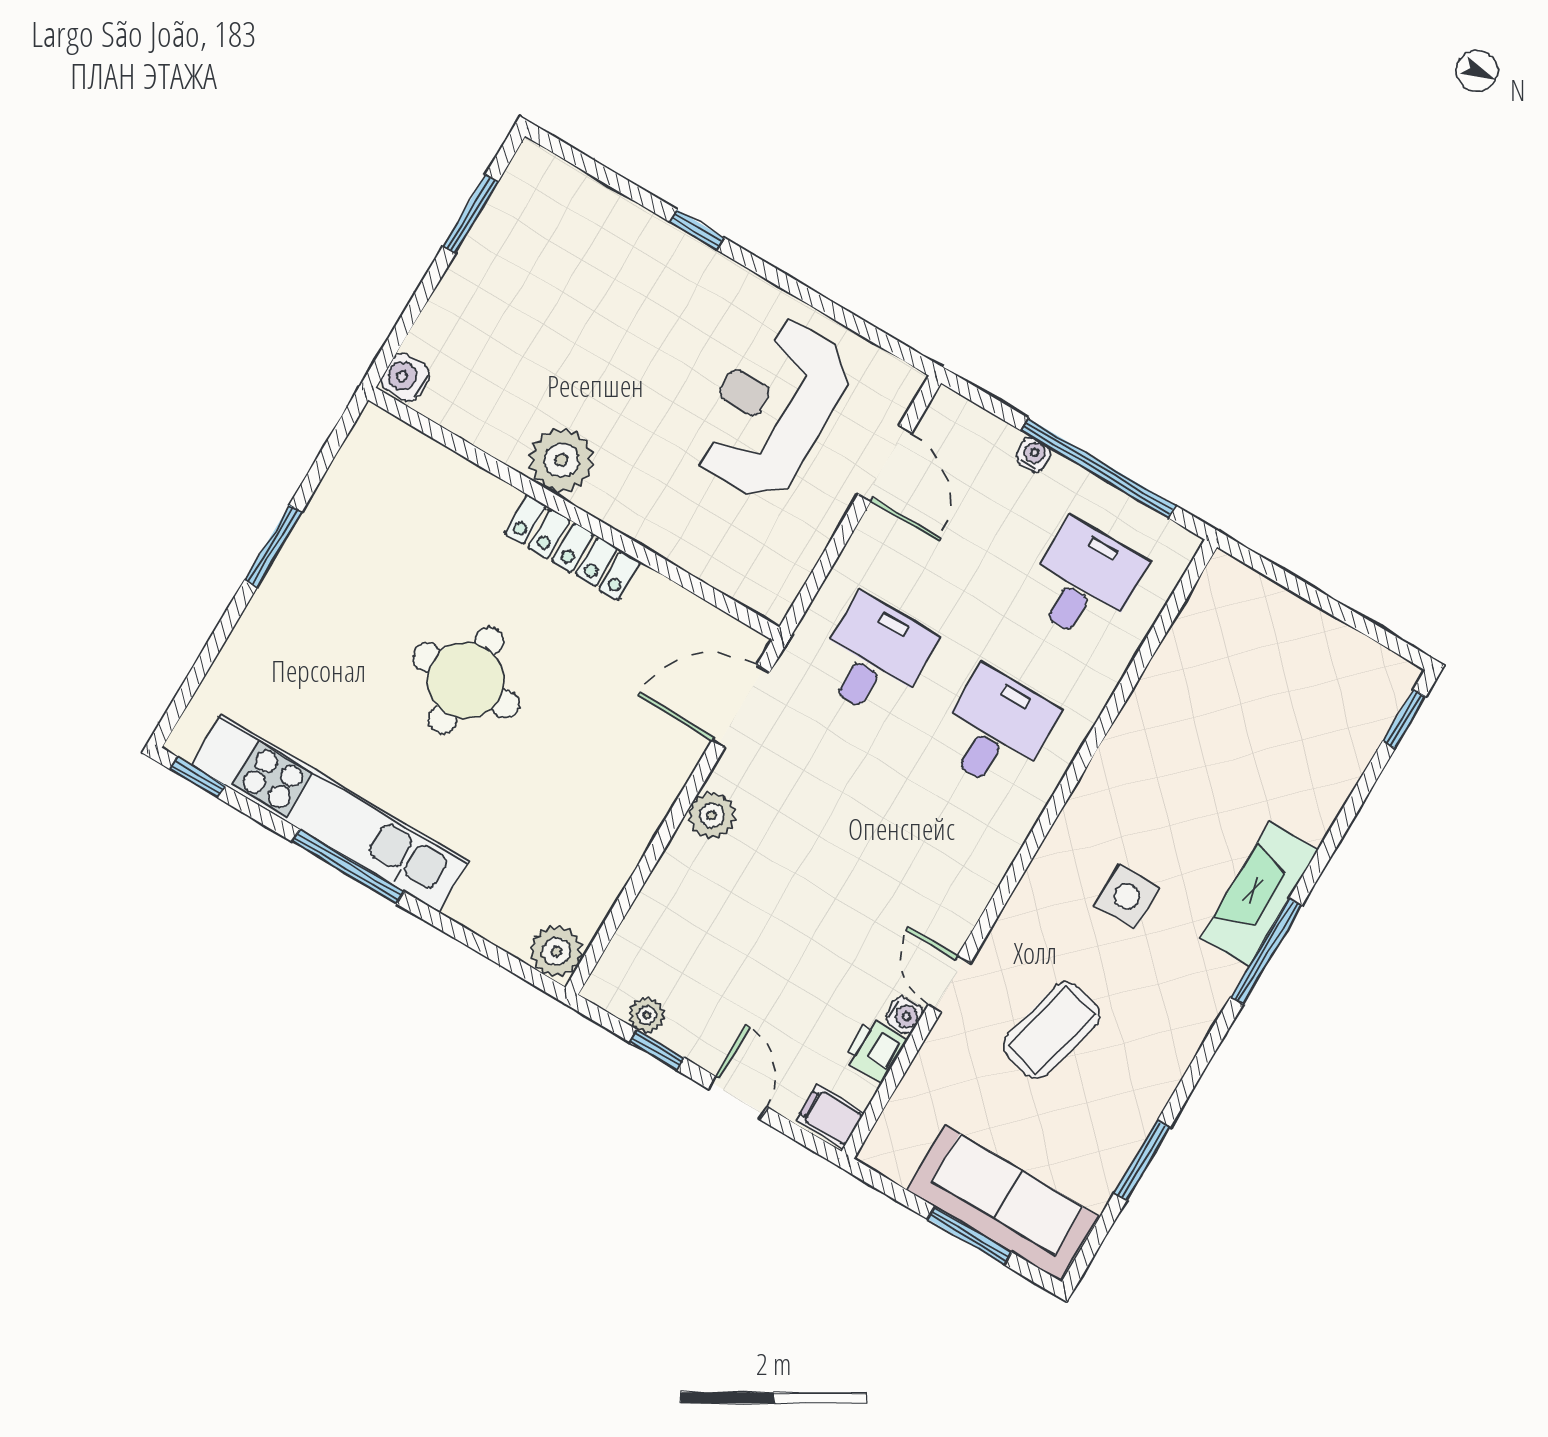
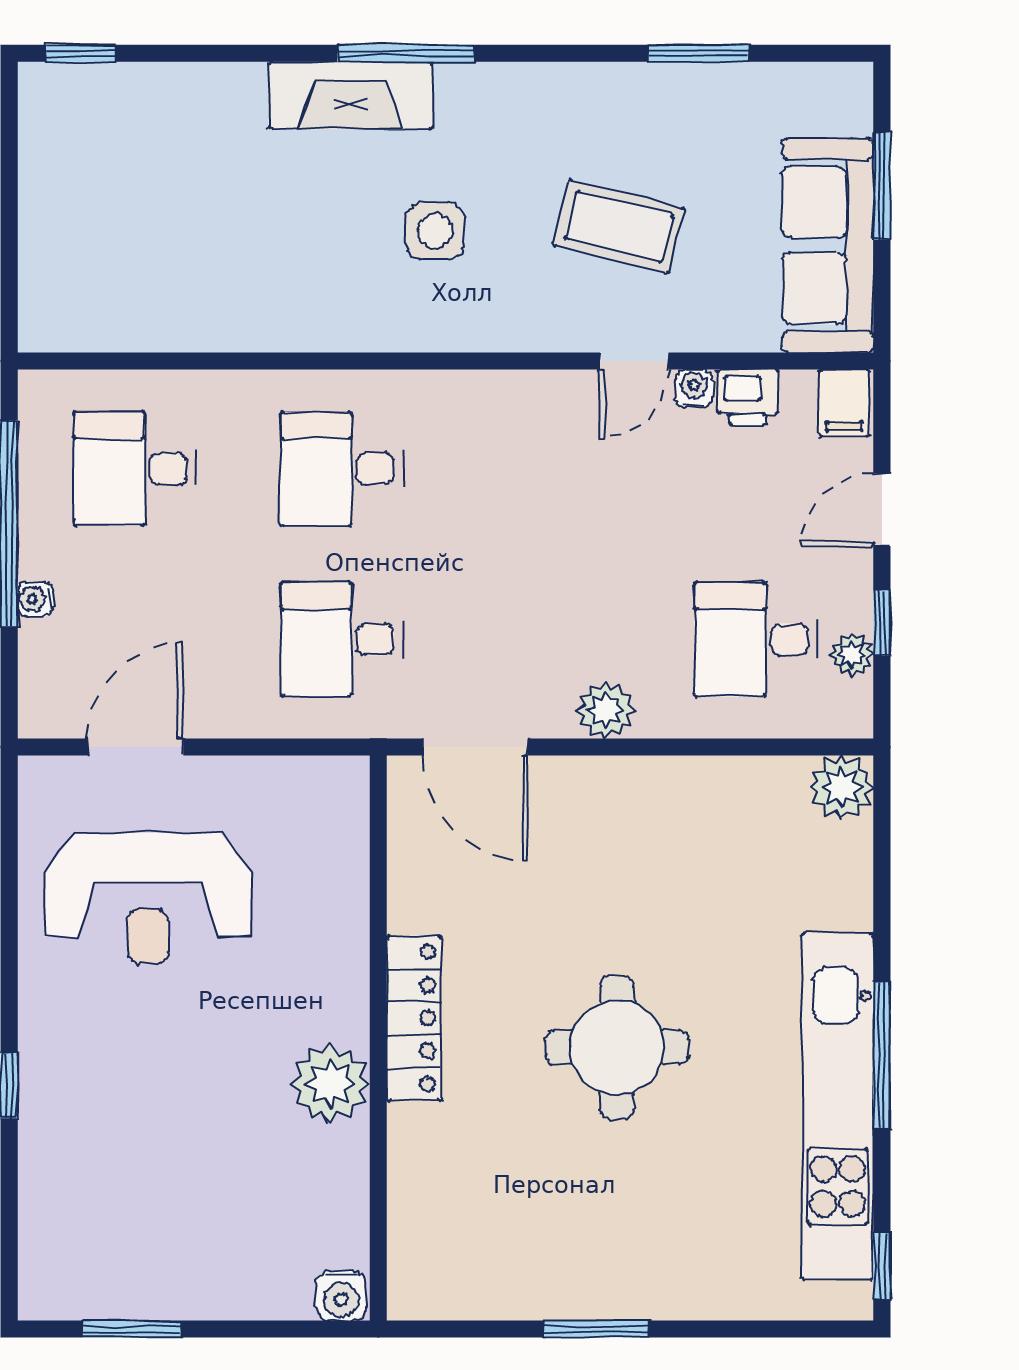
desk: (698, 953) -> (756, 639), added
sofa: (1002, 1203) -> (828, 245), moved

